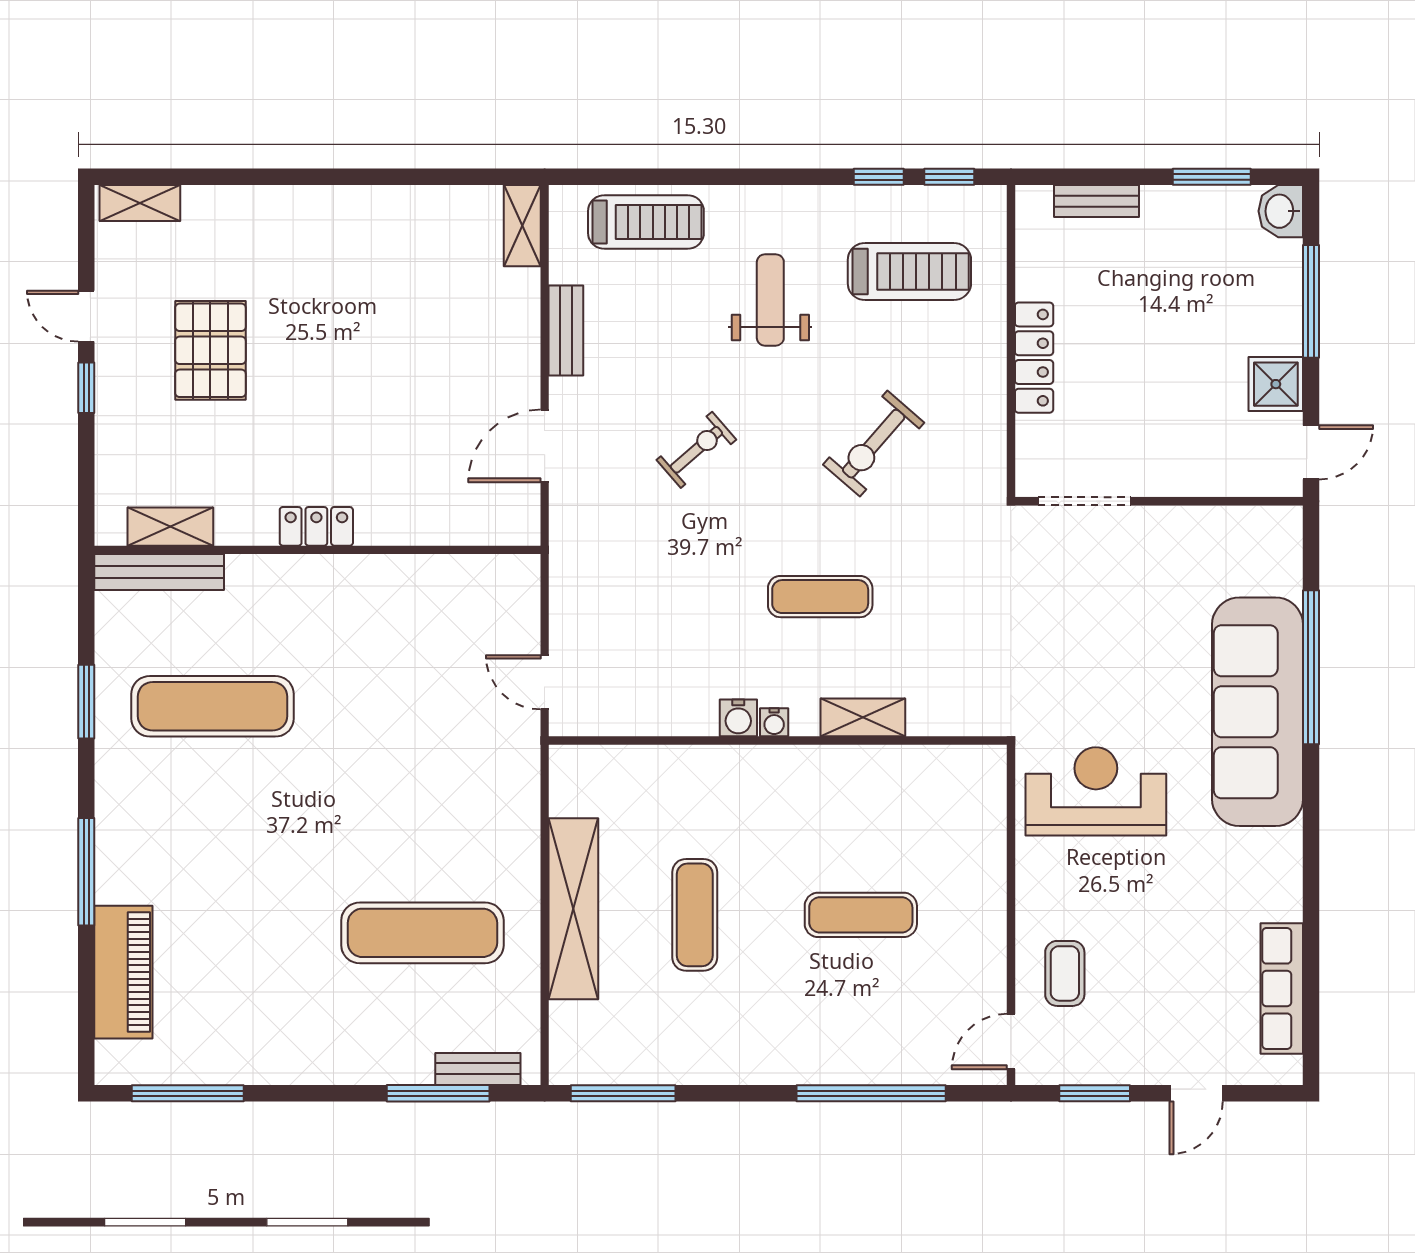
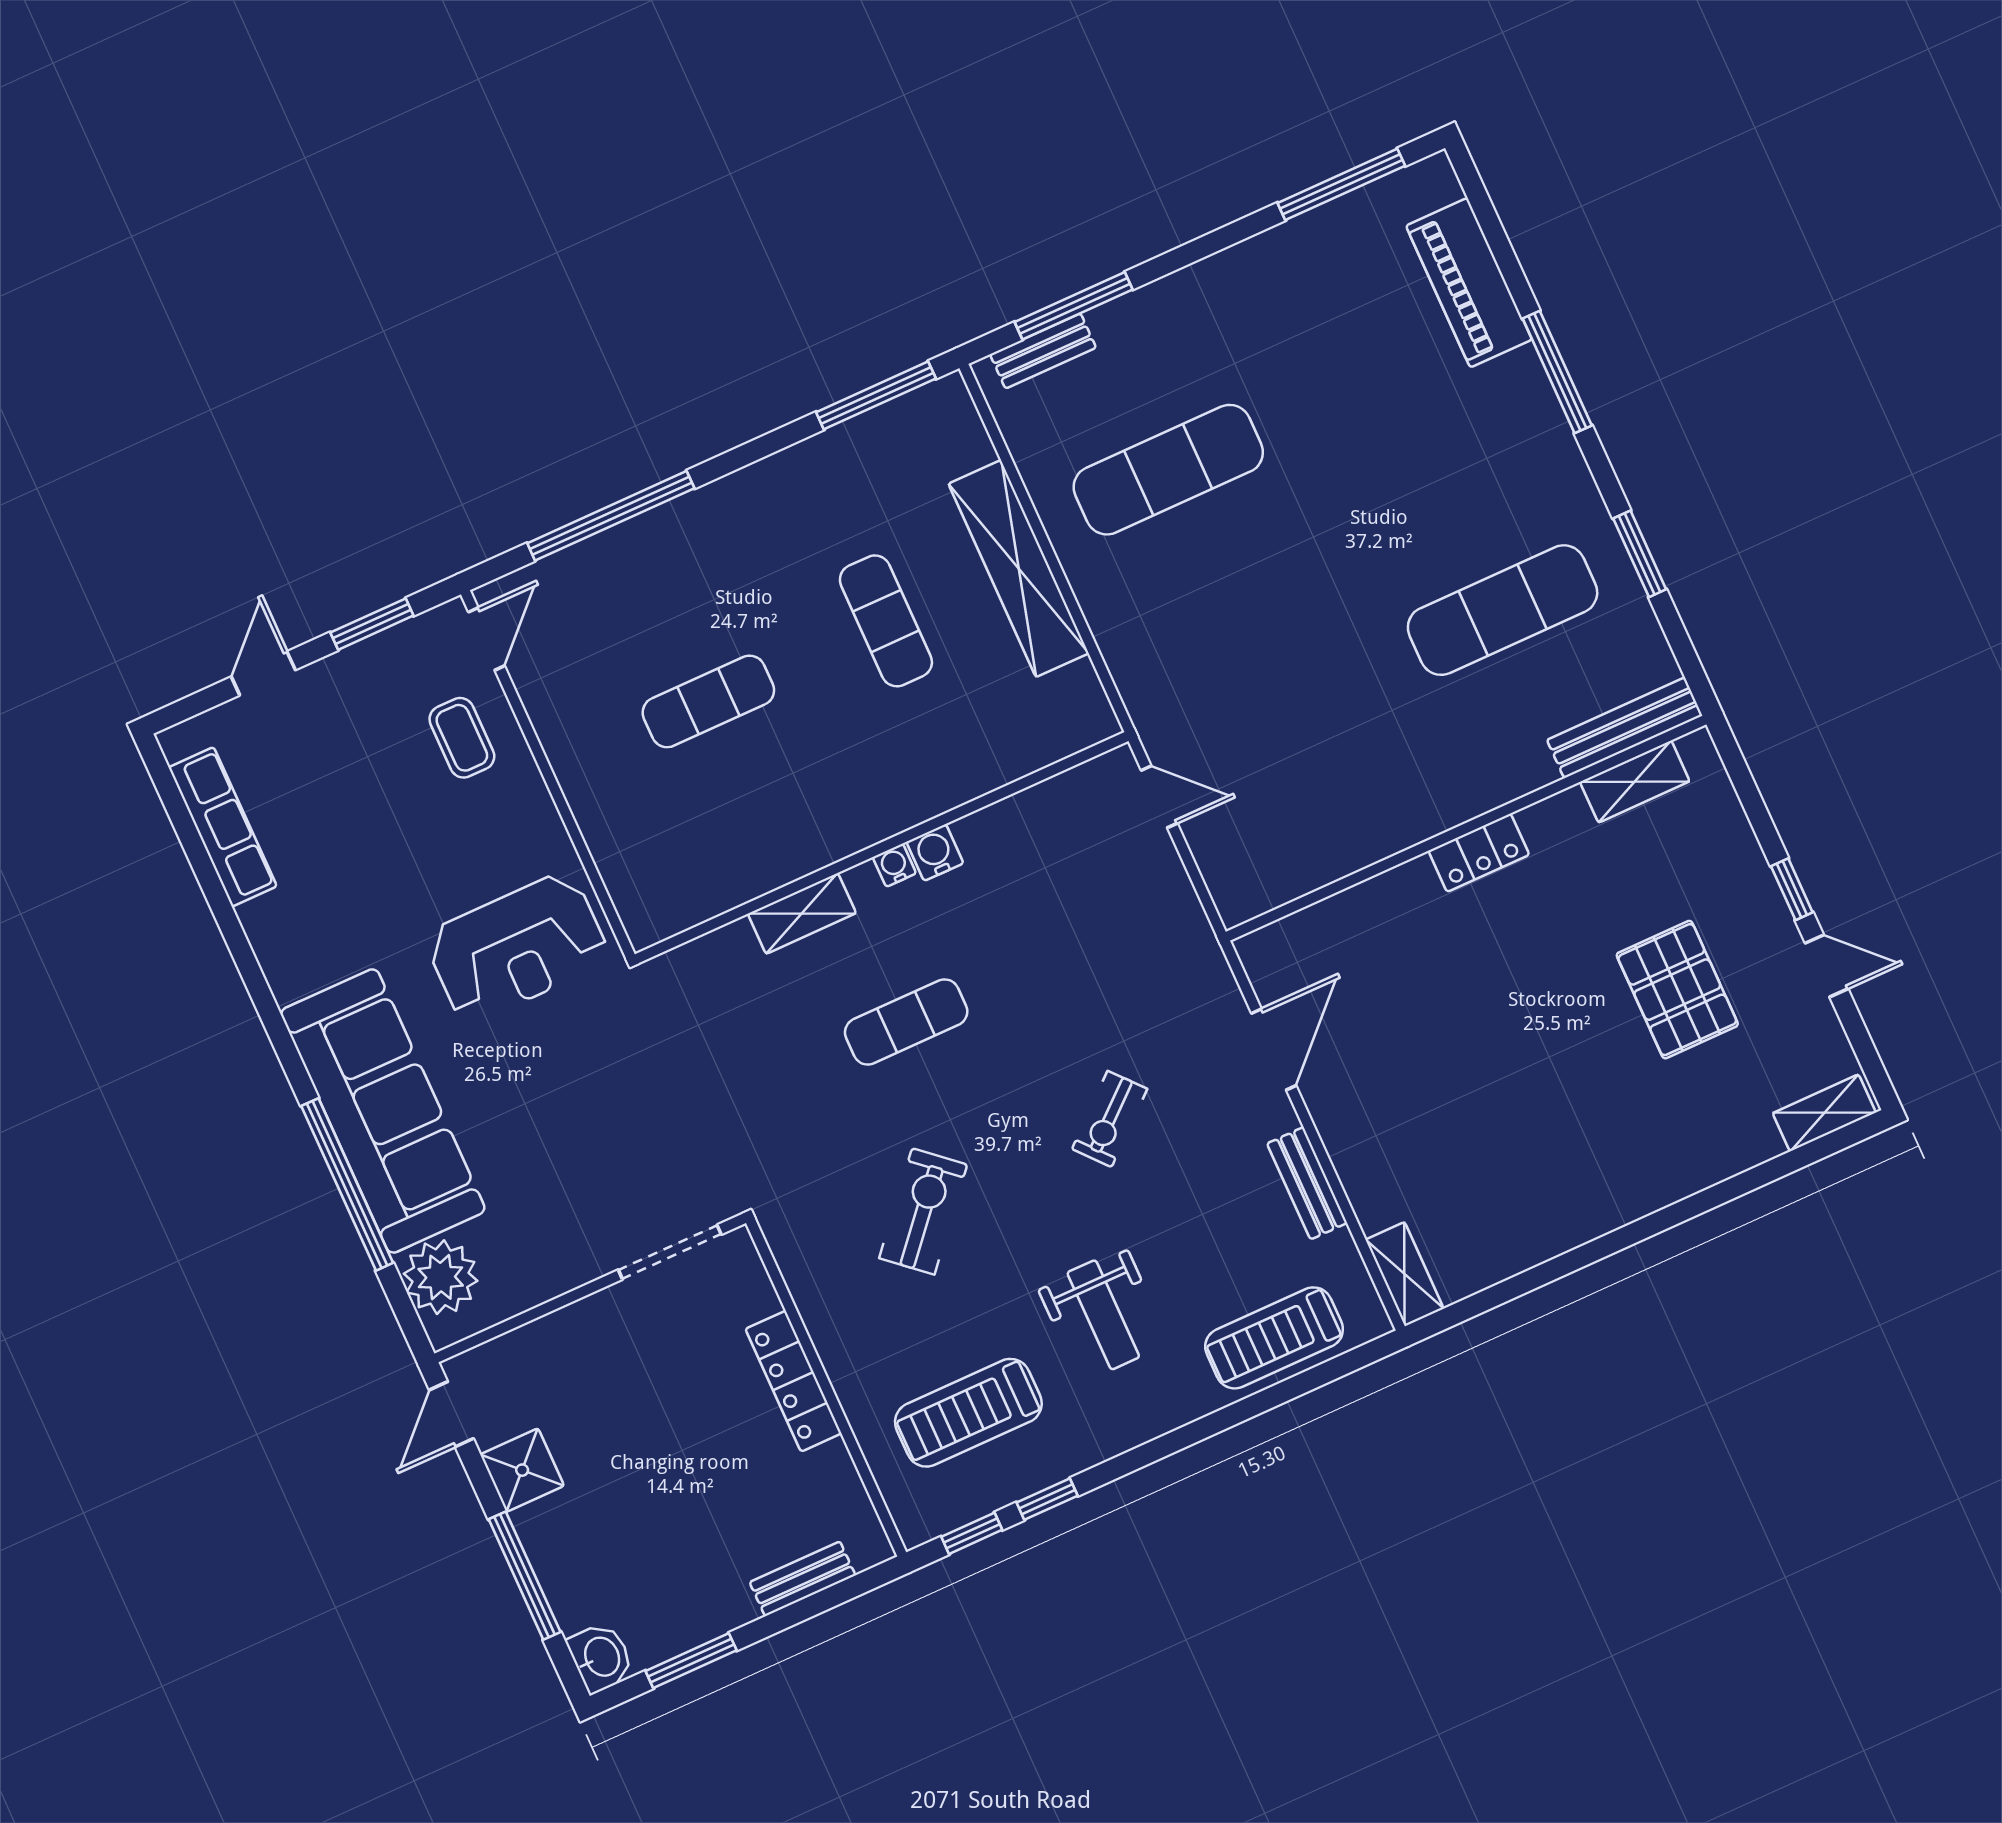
plant: (1271, 562) -> (441, 1277), added

